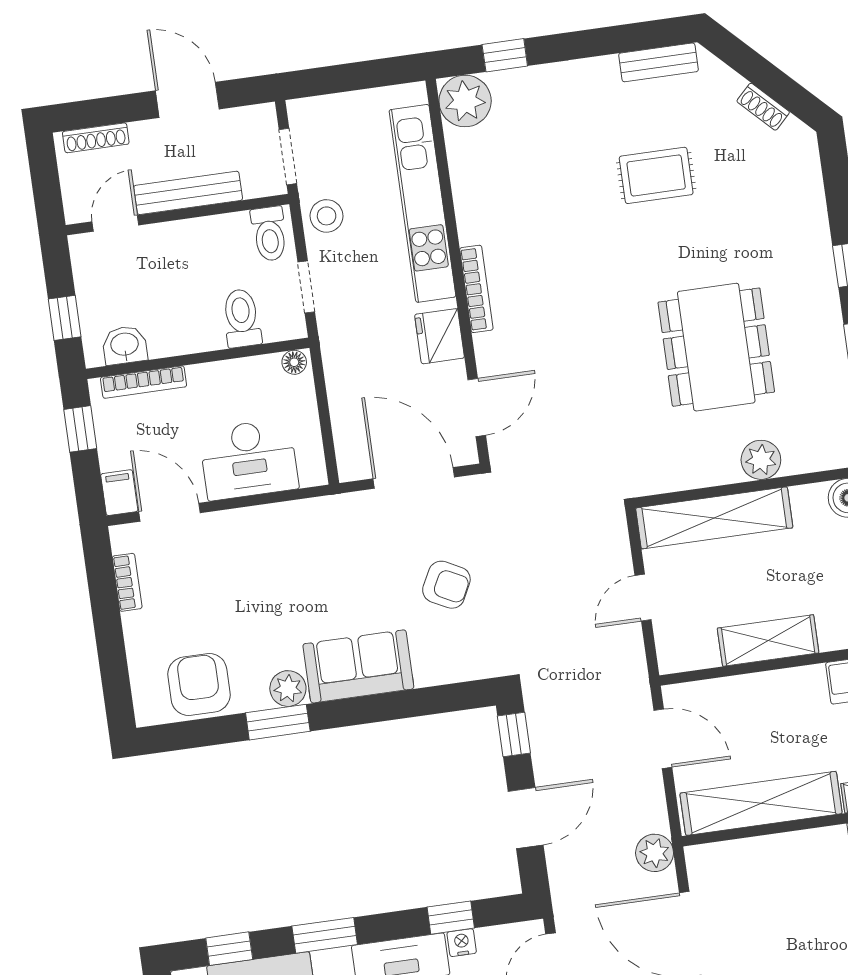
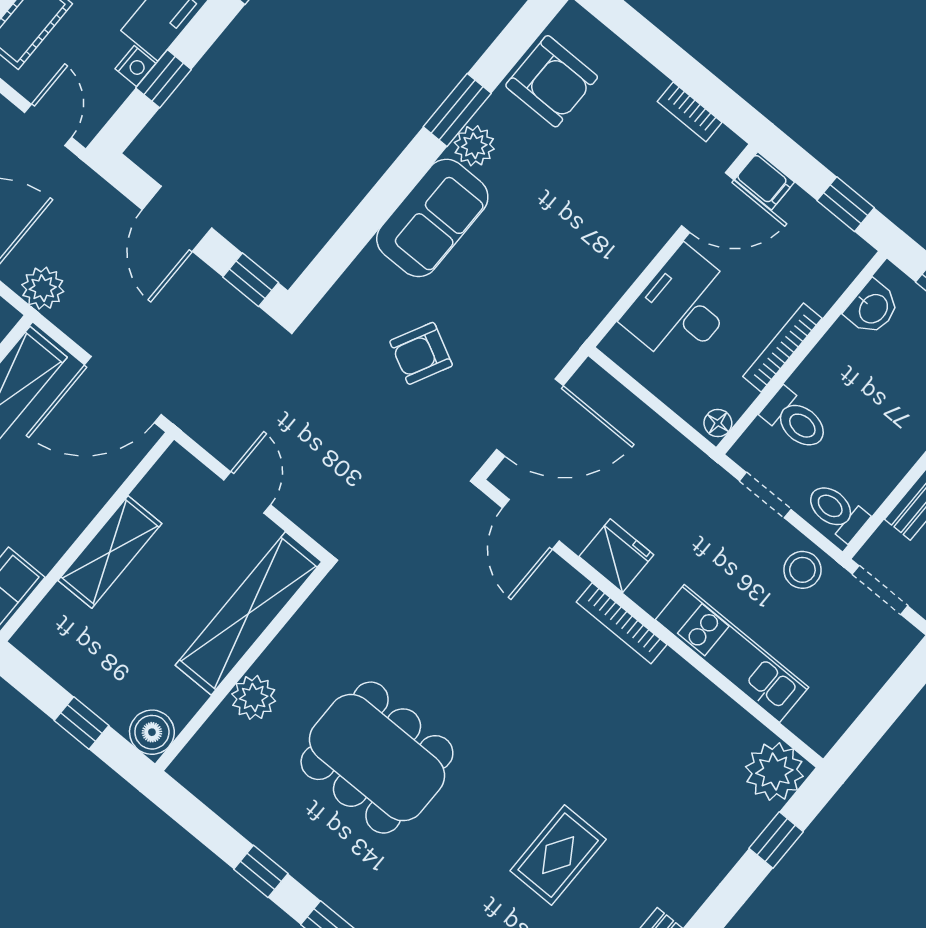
kitchen unit: (422, 203) -> (732, 653), width x0.73
bookcase: (143, 382) -> (782, 347), moved
door: (663, 739) -> (123, 390), width x1.36

